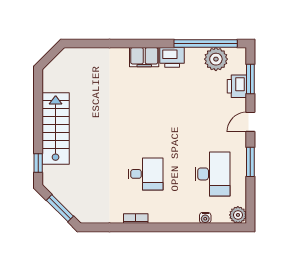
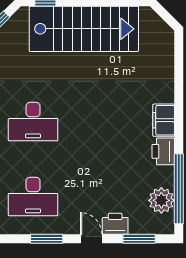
printer: (237, 86) -> (115, 224), moved
stairs: (56, 129) -> (84, 29), width x1.36, depth x1.51
desk: (145, 174) -> (33, 122), width x1.37

